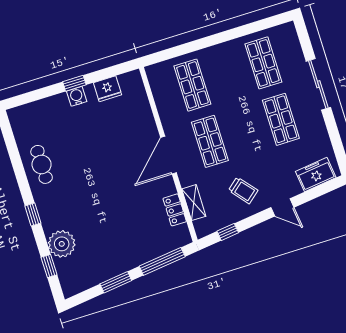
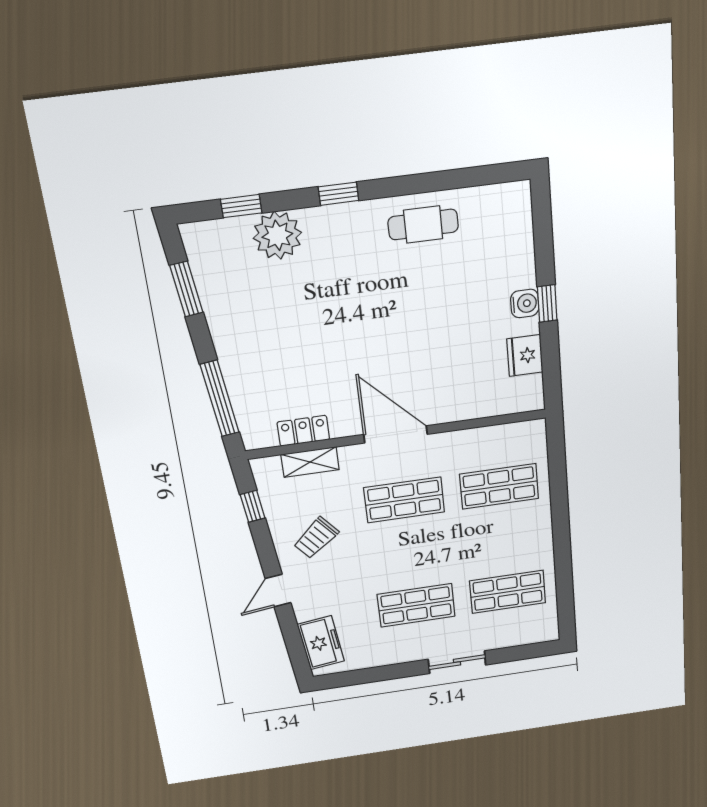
sliding door: (318, 84) -> (457, 662), width x0.73
window: (116, 282) -> (186, 289), moved

